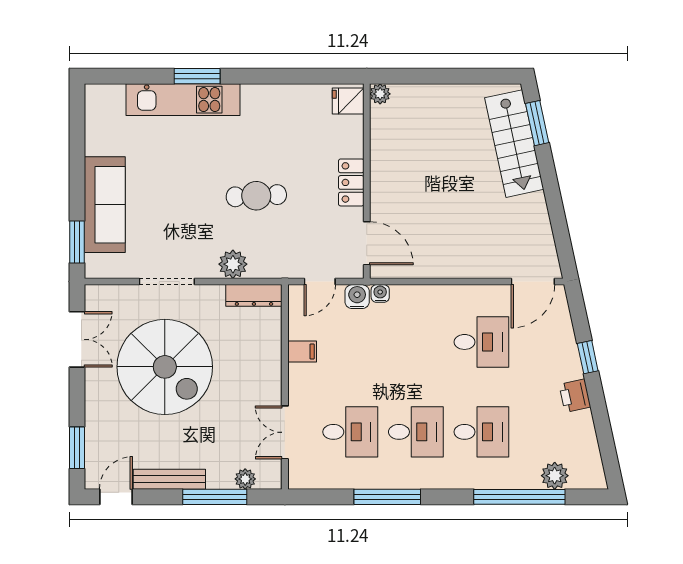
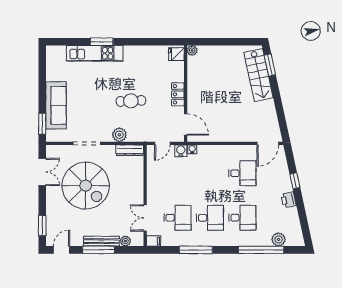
filing cabinet: (302, 352) -> (154, 241), moved
bench: (169, 479) -> (101, 241), moved
window: (215, 497) -> (99, 250), moved

